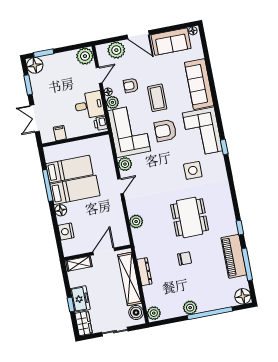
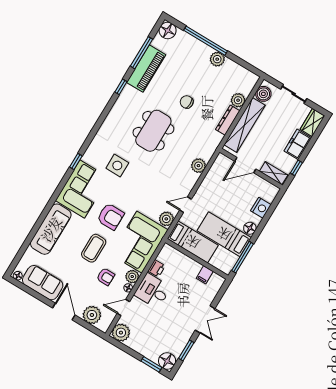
filing cabinet: (60, 133) -> (205, 275), moved
wall: (75, 139) -> (197, 259), moved
bed: (69, 169) -> (193, 242), moved, turned 180
window: (71, 305) -> (296, 168), moved
plant: (154, 313) -> (238, 100), moved

